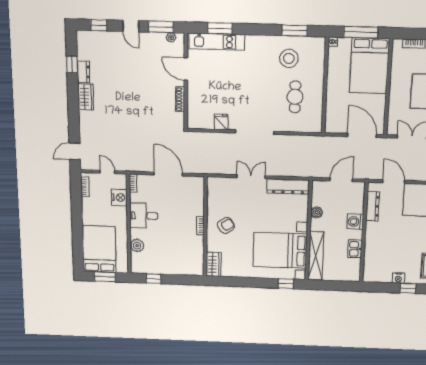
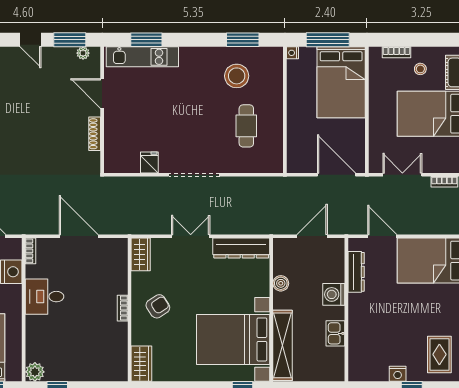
wardrobe: (214, 188) -> (141, 254), added
plant: (137, 246) -> (35, 372), moved

